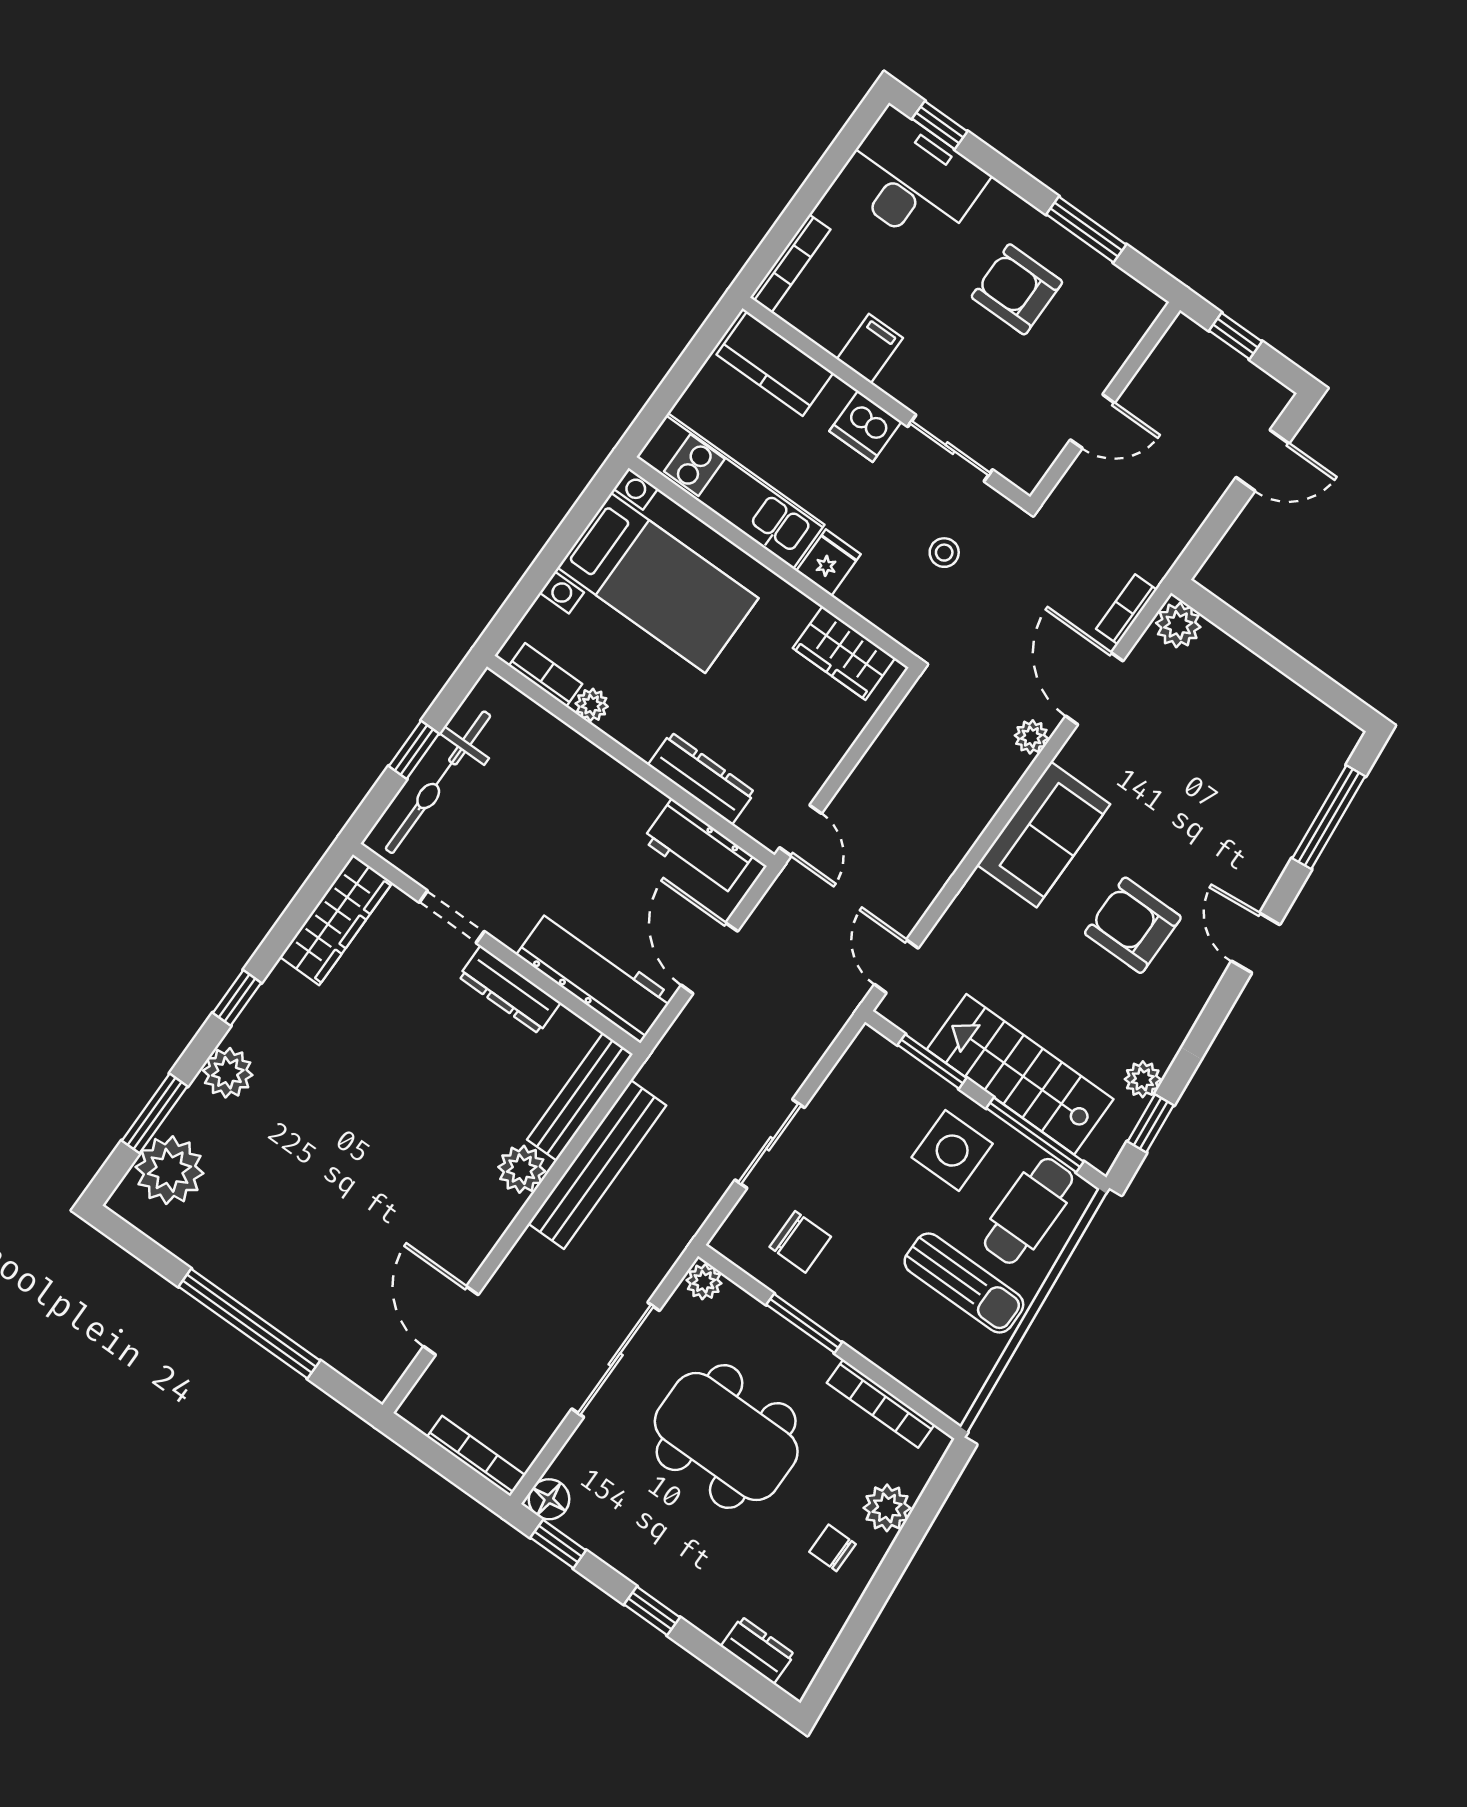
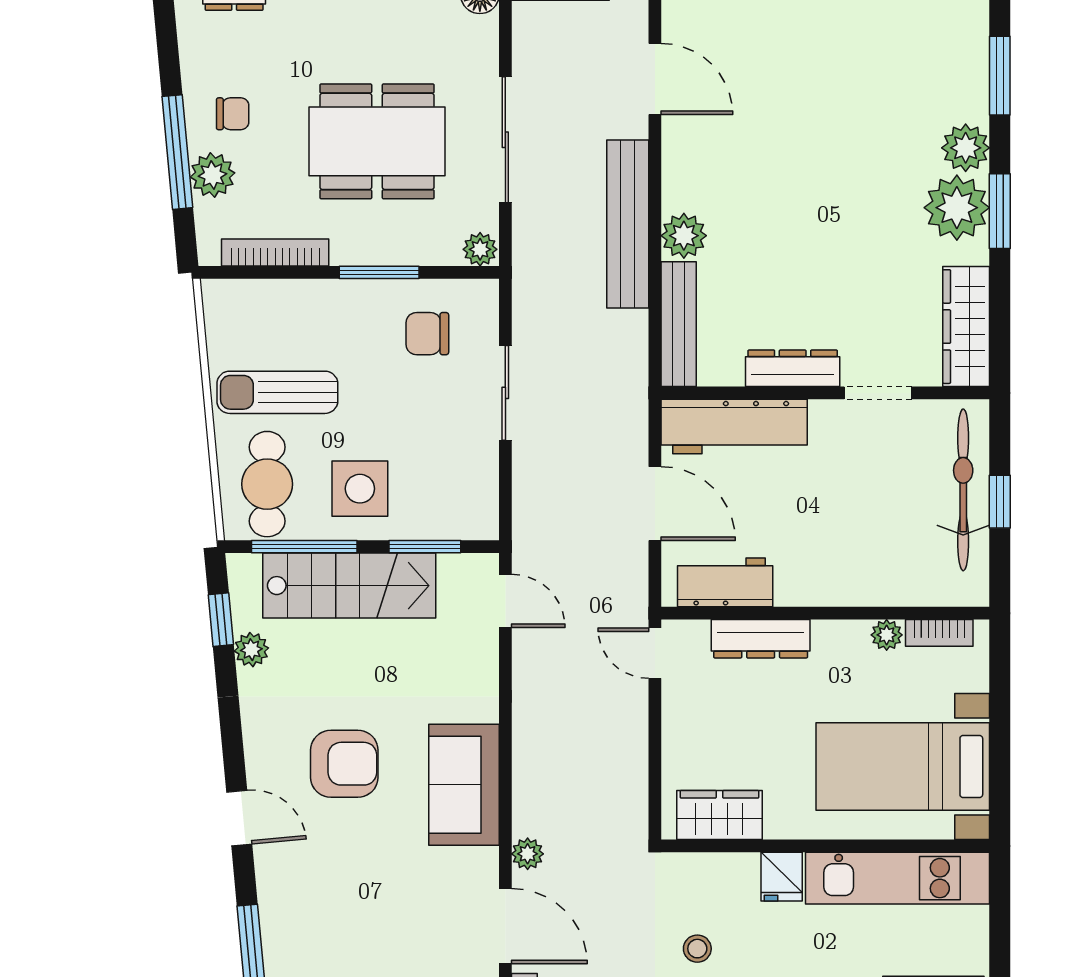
window: (237, 998) -> (1000, 211), width x1.50
bench: (597, 1164) -> (628, 224), moved
plant: (170, 1170) -> (957, 208), moved
window: (903, 1549) -> (177, 152), added

